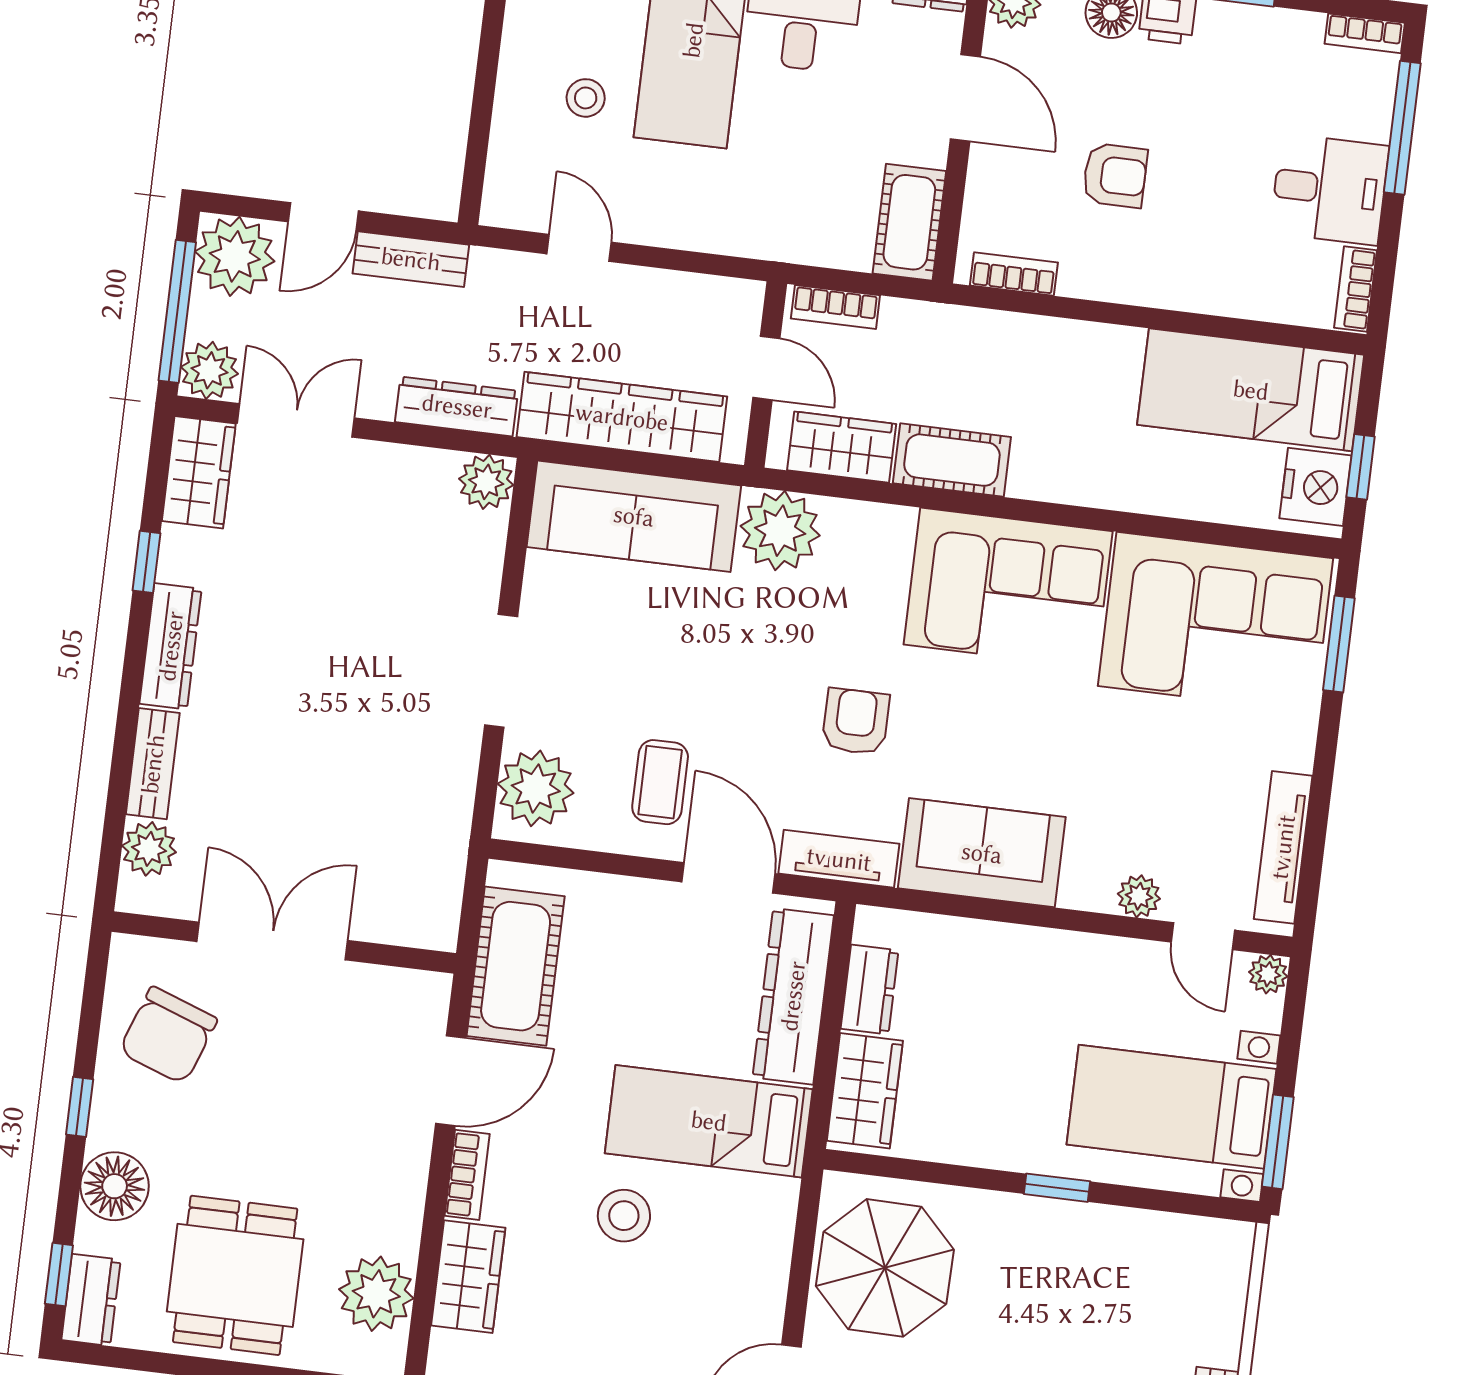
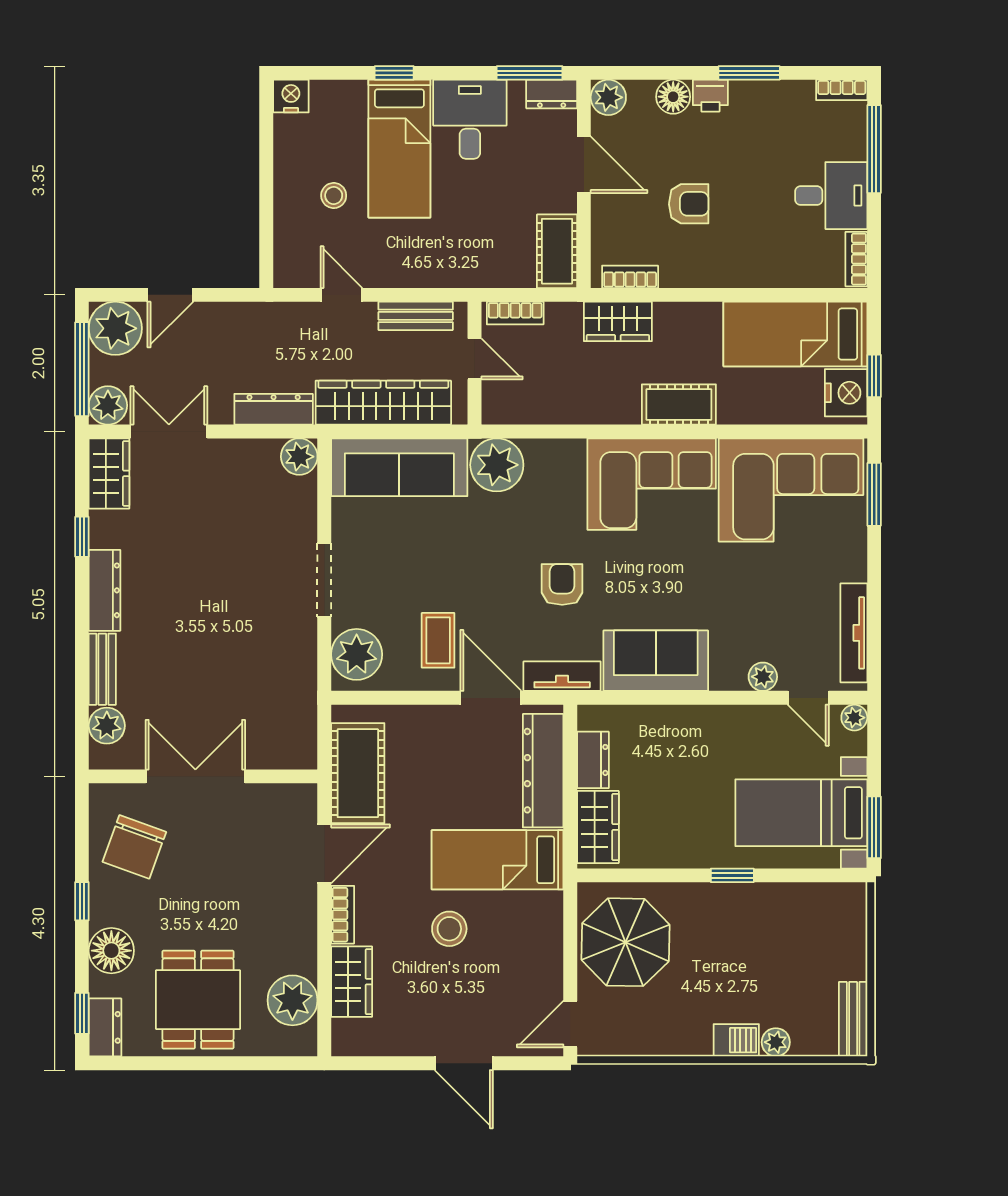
bench: (411, 259) -> (416, 316), moved
wardrobe: (842, 447) -> (618, 321), moved, turned 180
cot: (952, 460) -> (679, 404), moved

